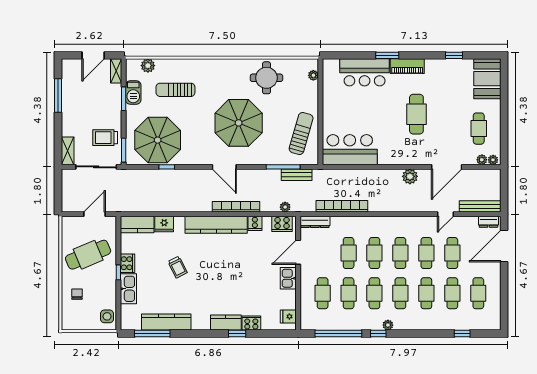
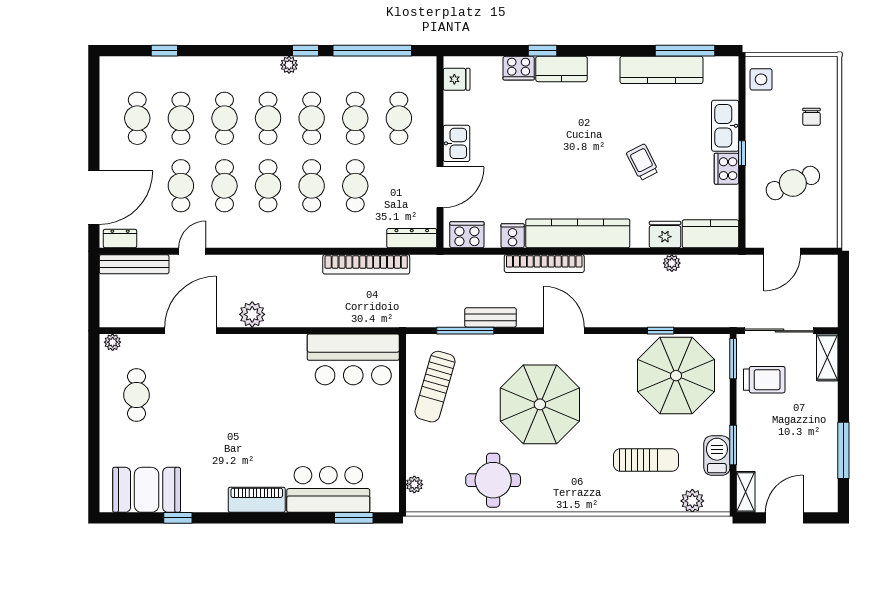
window: (387, 55) -> (354, 518), moved
booth: (487, 79) -> (147, 490), moved, turned 90
cafe table: (416, 114) -> (241, 419), removed
plant: (482, 160) -> (131, 343), removed
bench: (297, 175) -> (491, 317), moved
plant: (285, 207) -> (672, 263), moved
cafe table: (88, 255) -> (793, 183), width x0.73, depth x0.74

